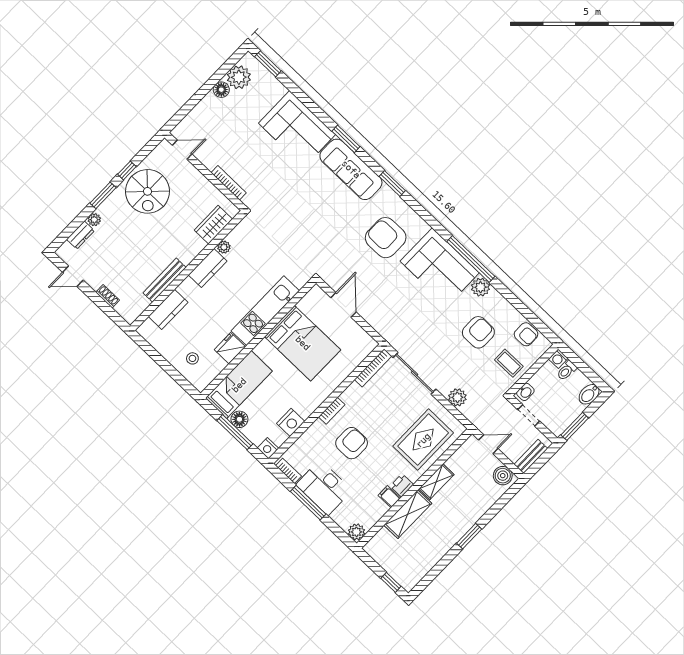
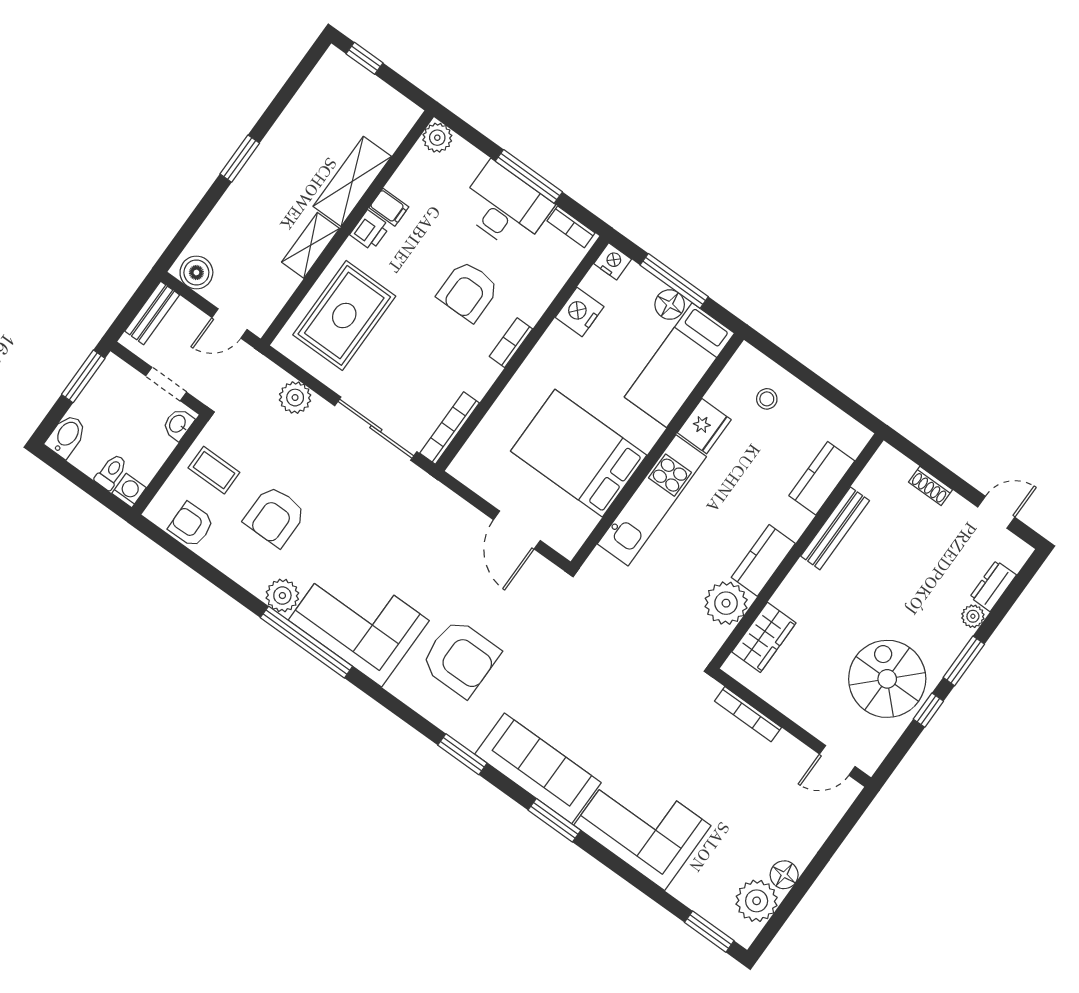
plant: (224, 247) -> (726, 603), width x1.87, depth x1.87

